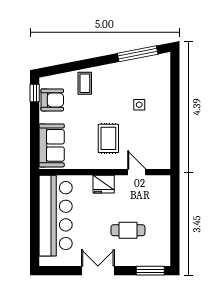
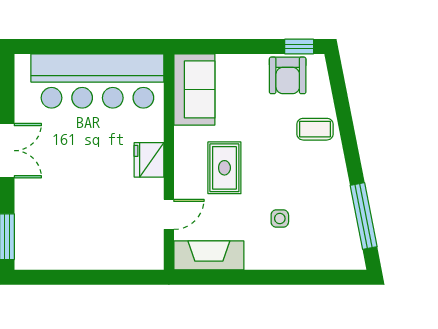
rug: (108, 138) -> (224, 168), turned 90
sofa: (52, 145) -> (194, 89), moved, turned -90
fireplace: (162, 148) -> (209, 255), added
cafe table: (128, 230) -> (73, 200), removed

